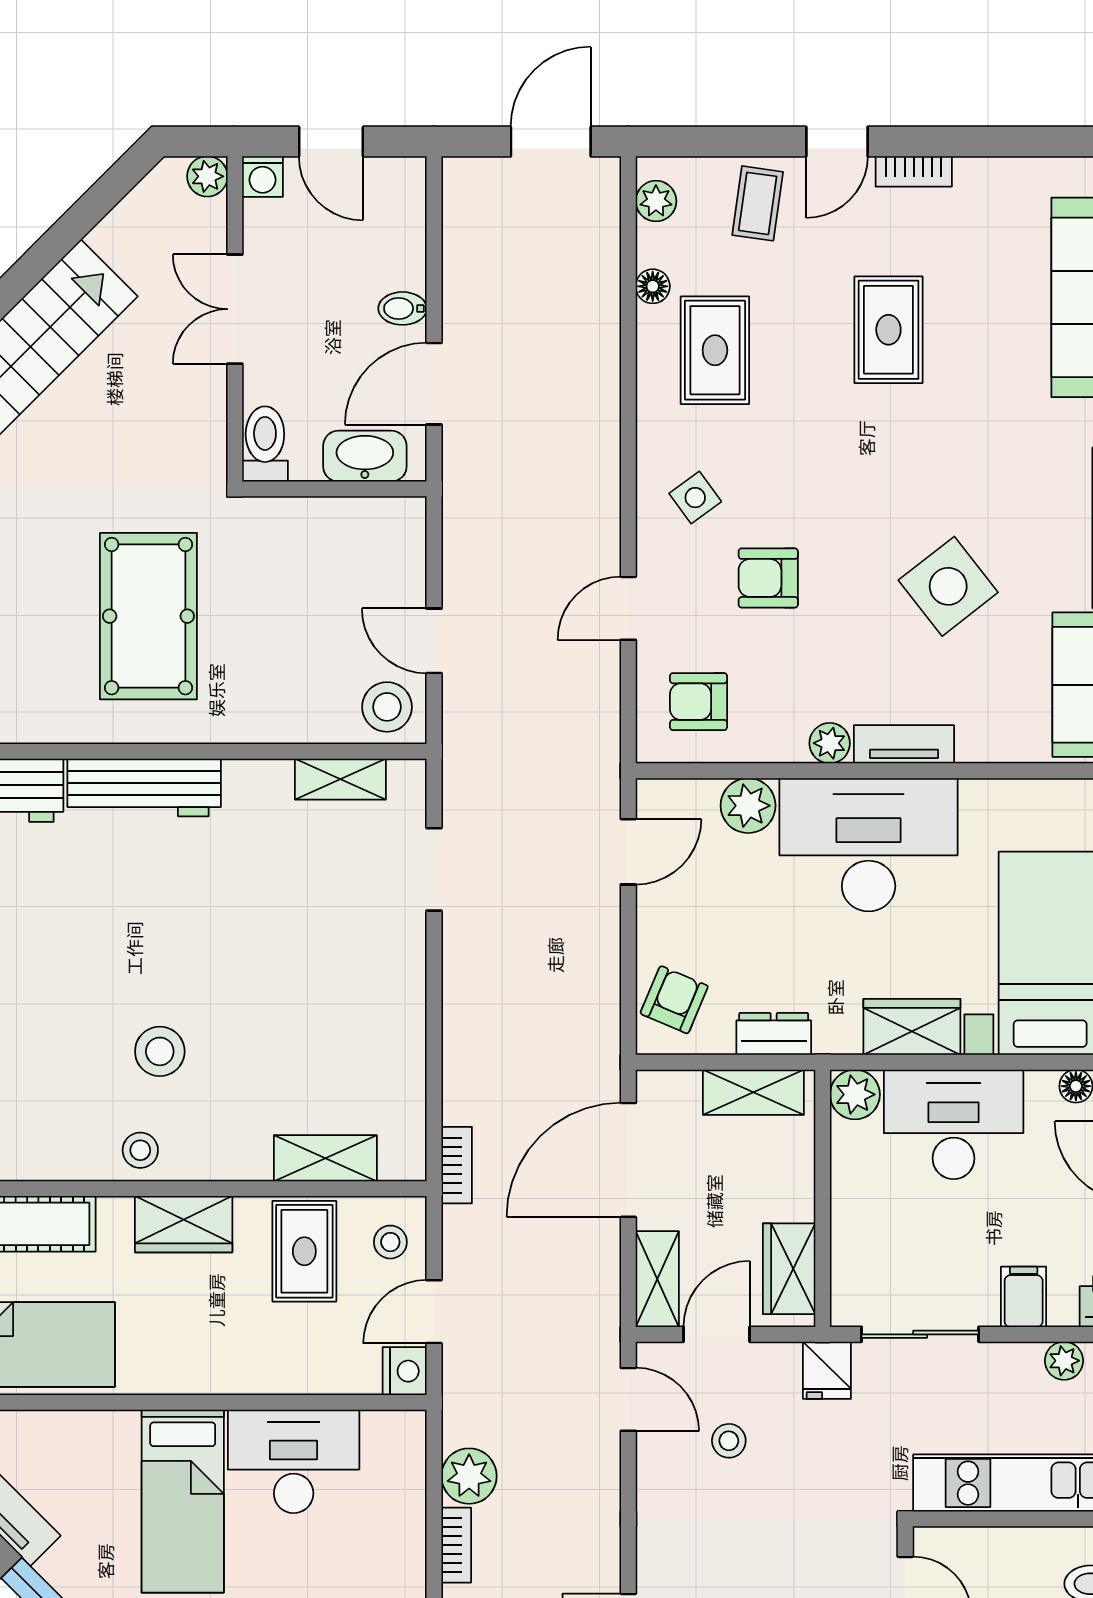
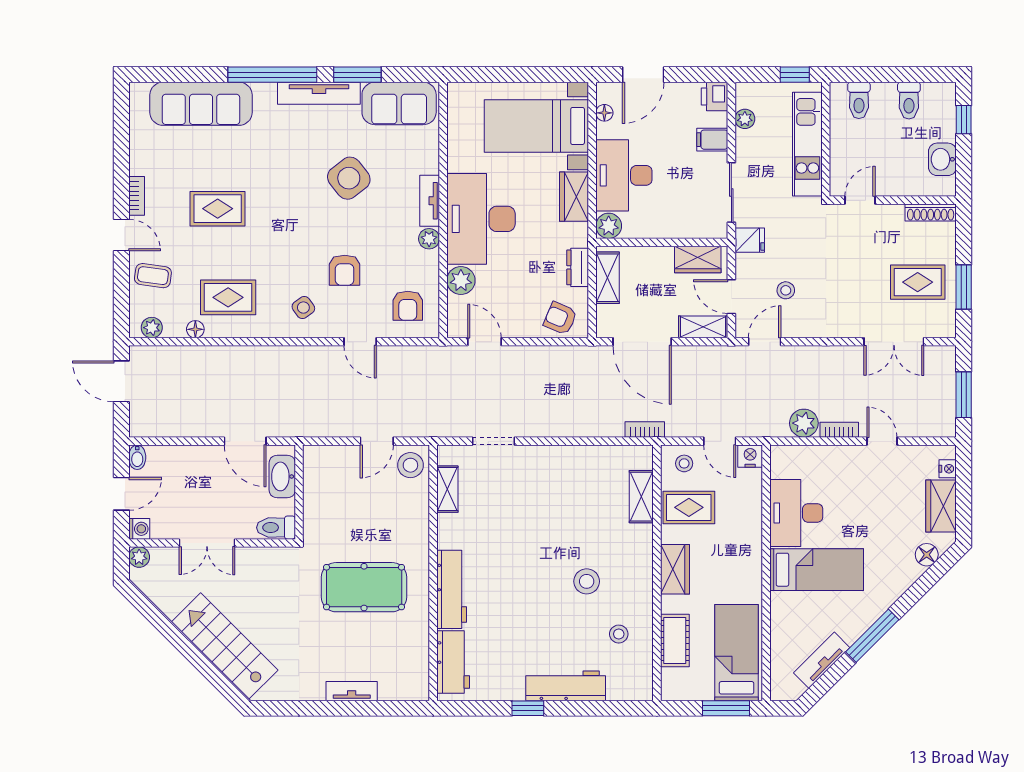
bidet: (402, 308) -> (137, 457), moved
stool: (140, 1150) -> (619, 634), moved

